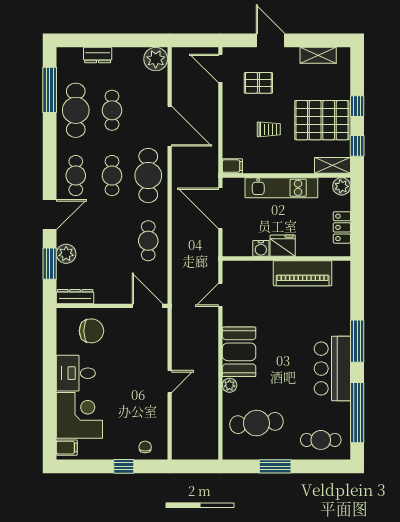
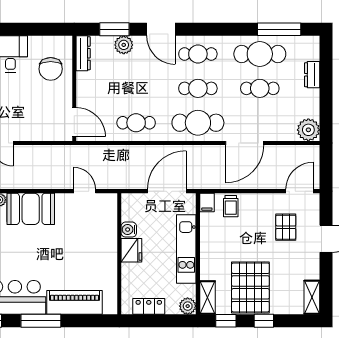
shelving: (318, 55) -> (312, 297), moved
trolley: (269, 129) -> (231, 206), moved
piano: (303, 273) -> (74, 302), moved, turned 90
door: (148, 306) -> (74, 122), hinge flipped

